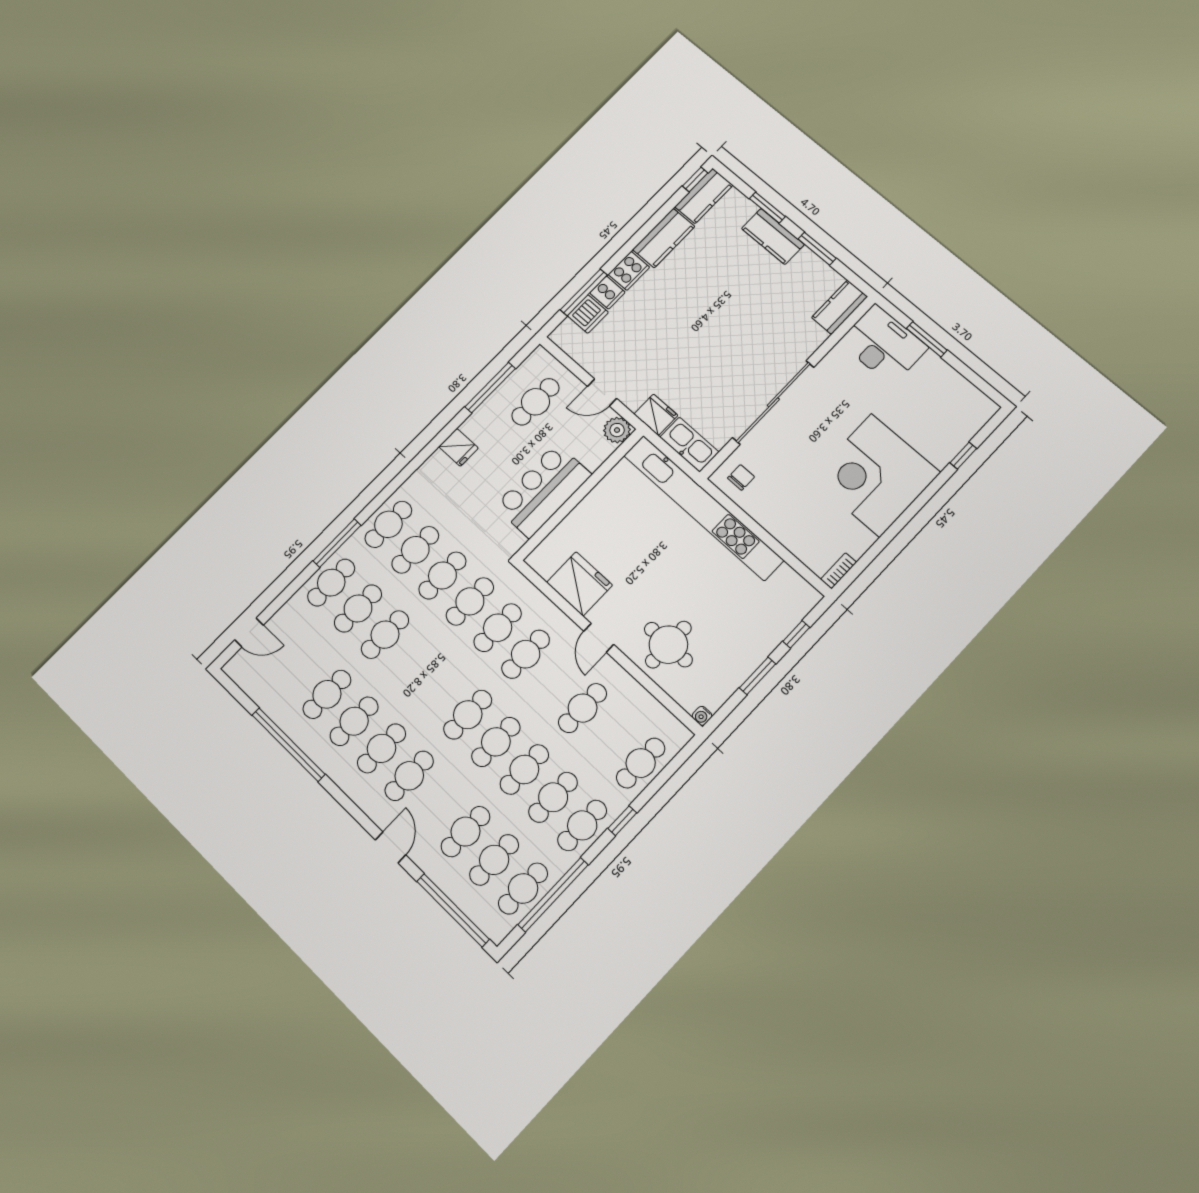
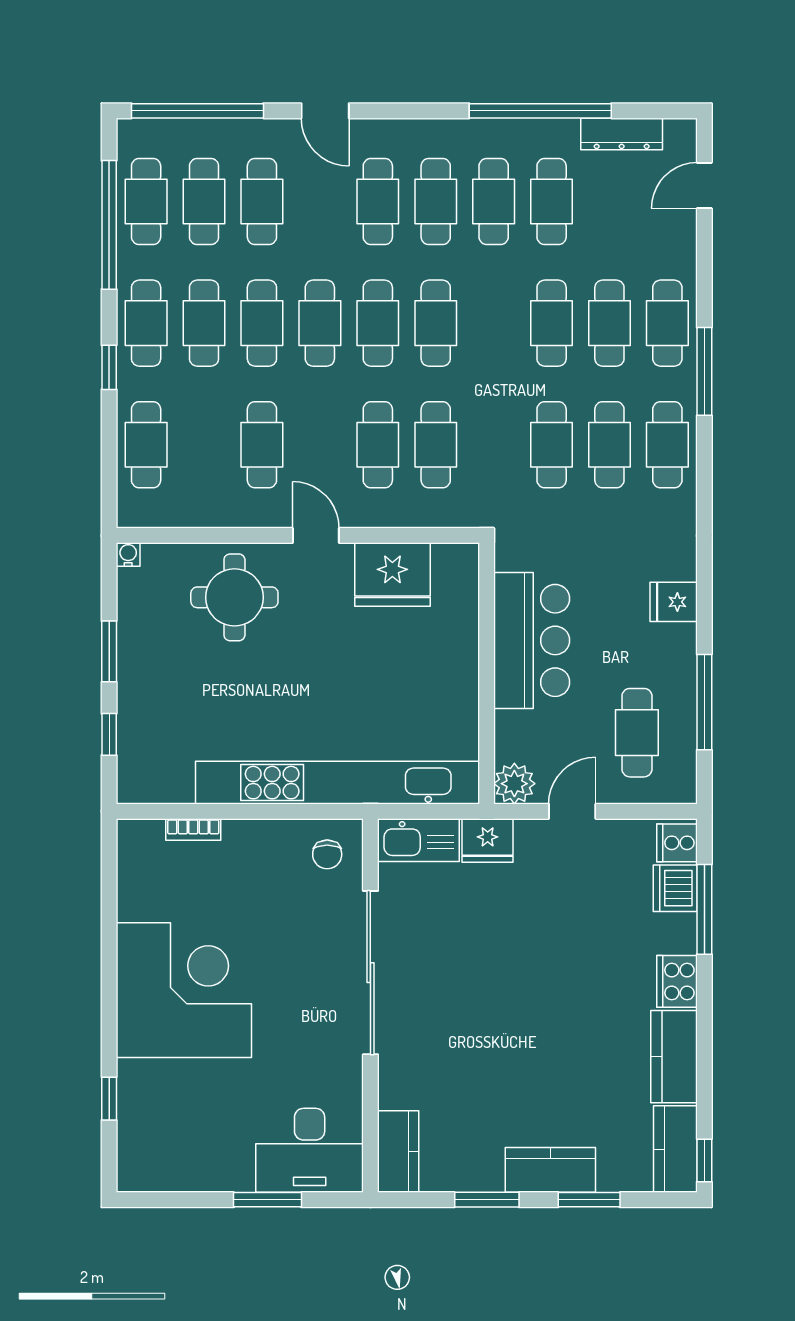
cooker: (607, 293) -> (677, 843), moved
bookcase: (839, 571) -> (193, 829), moved, turned 90
cafe table: (470, 601) -> (436, 323), moved
dresser: (262, 695) -> (622, 134), added

